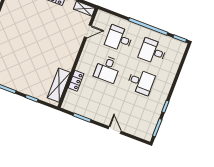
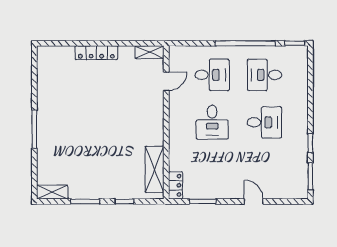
desk: (119, 39) -> (212, 75), turned 180
locker: (76, 81) -> (175, 185), moved

